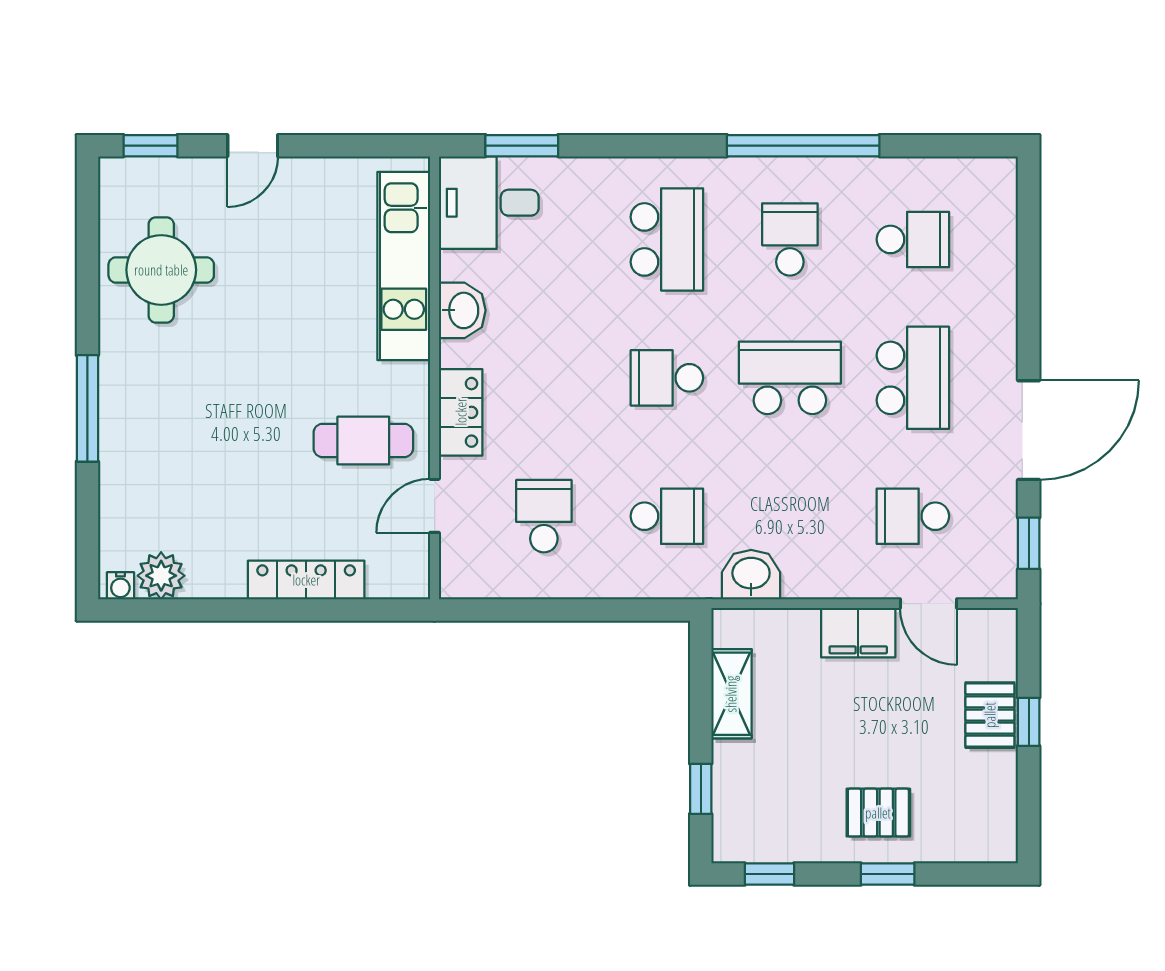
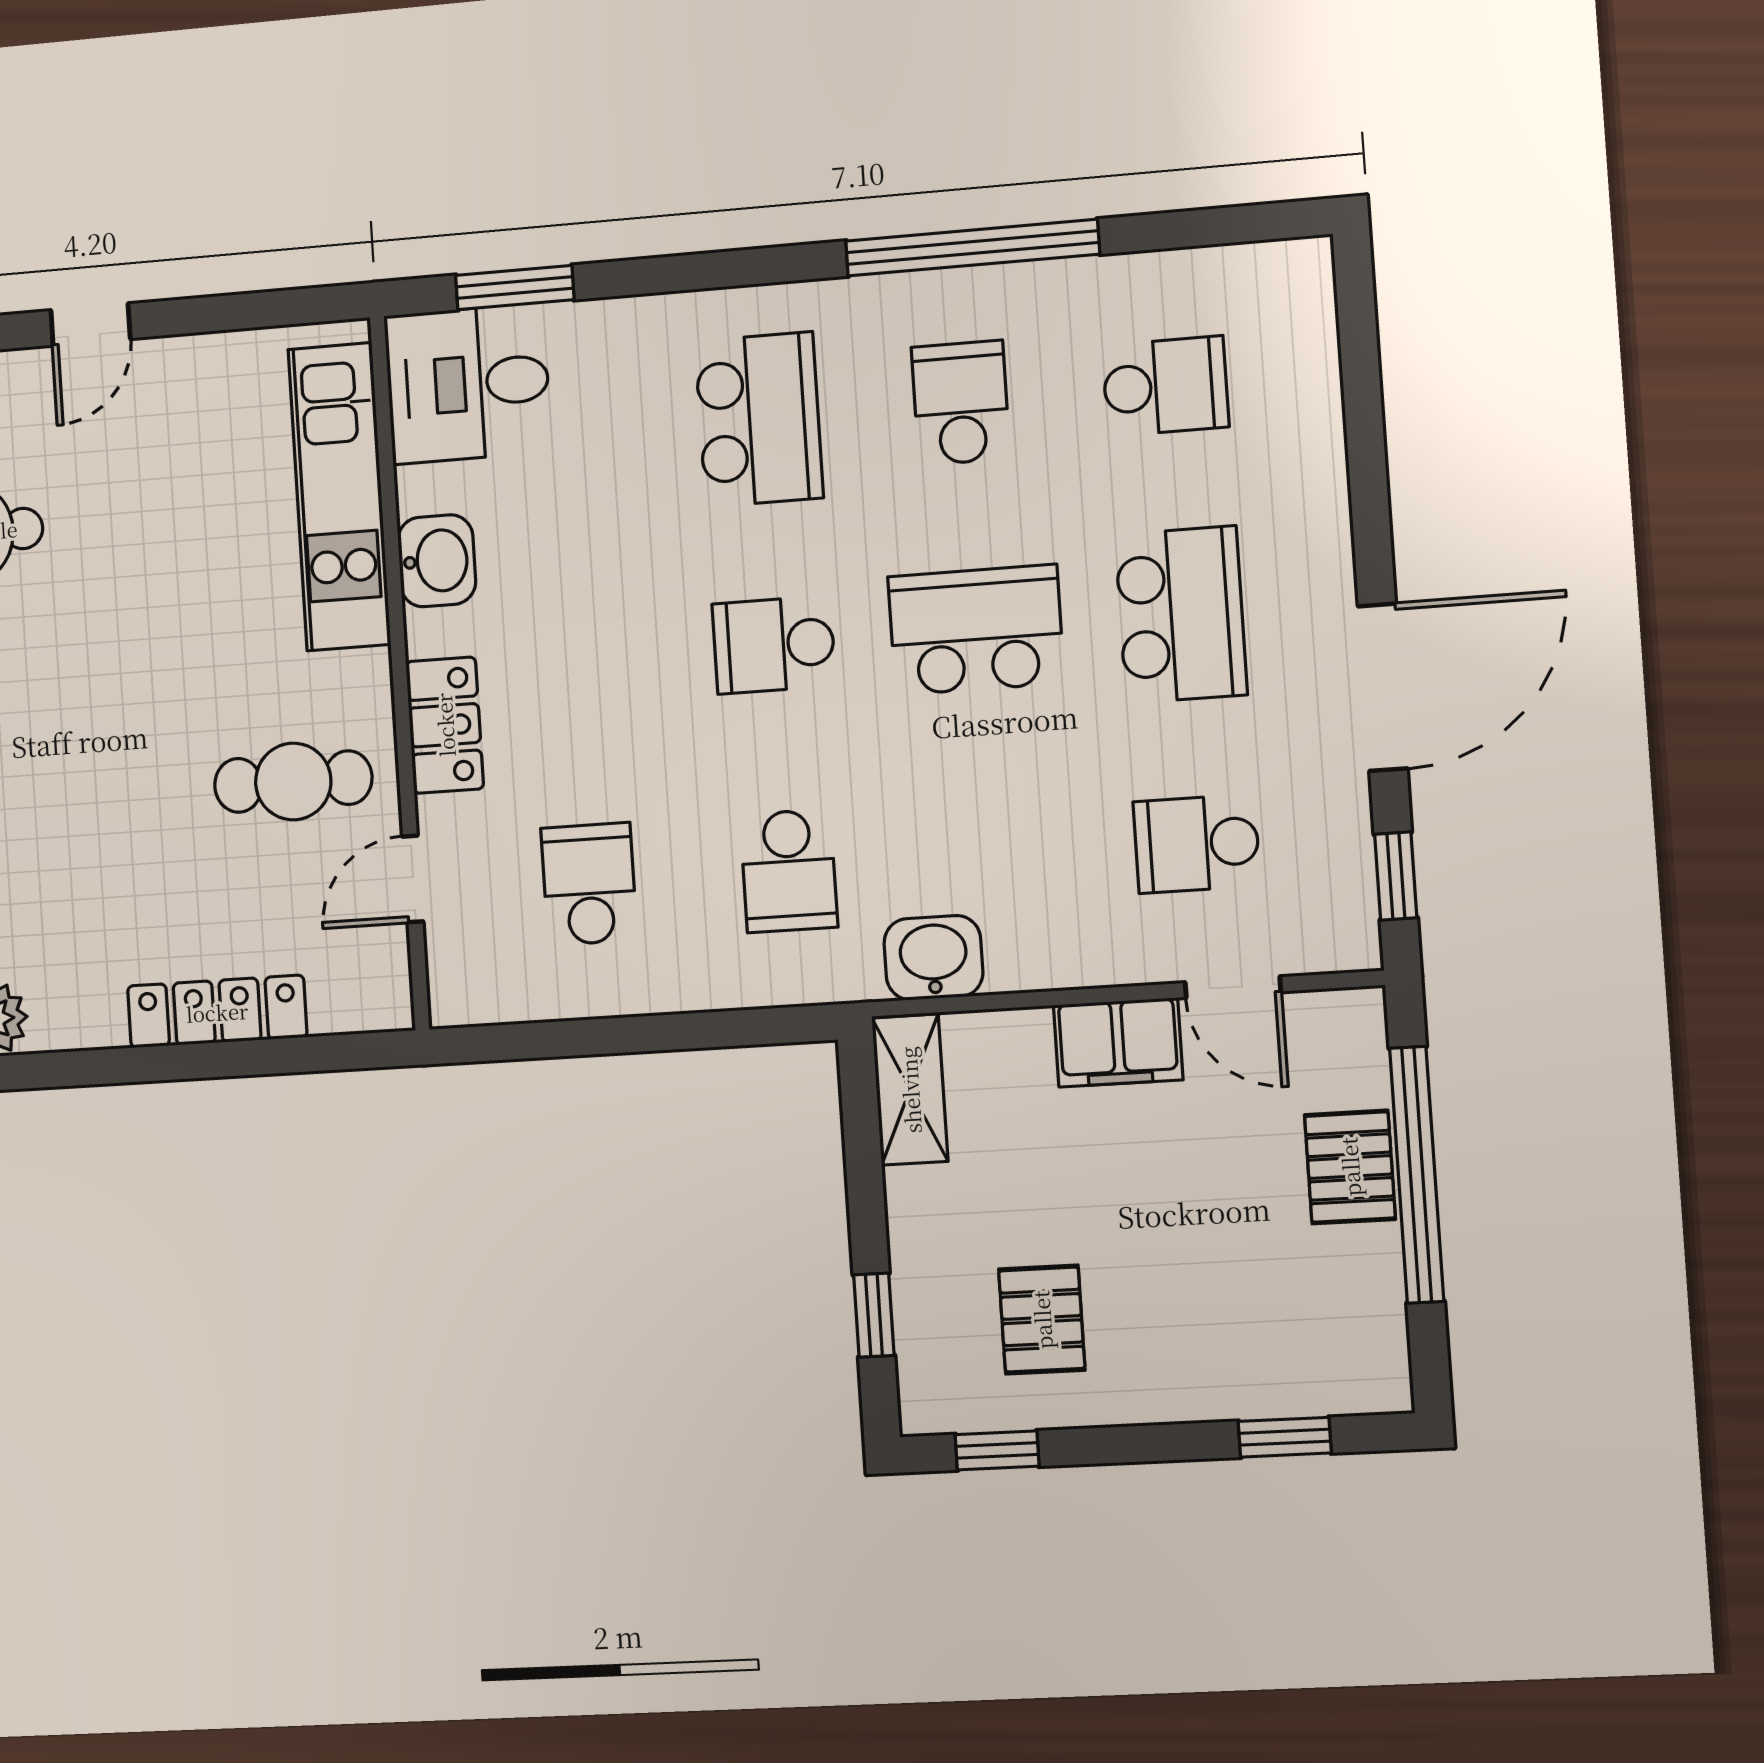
school desk: (667, 516) -> (789, 871), turned 90
shelving: (731, 694) -> (910, 1090), moved
window: (1029, 722) -> (1417, 1175), width x3.17
pallet: (878, 813) -> (1042, 1320), moved, turned 90
window: (888, 874) -> (1285, 1437), moved

